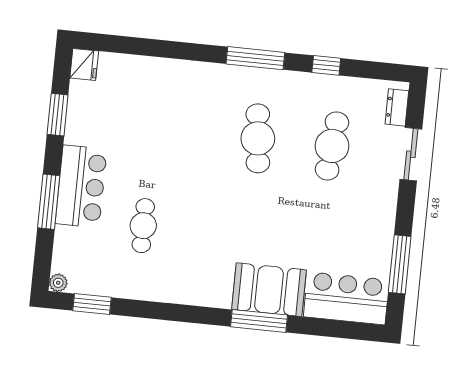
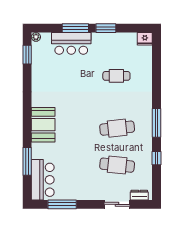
window: (58, 115) -> (106, 28), moved
bar counter: (81, 186) -> (71, 43), moved
cafe table: (143, 226) -> (116, 76), moved
booth: (269, 290) -> (43, 125), moved
window: (259, 321) -> (27, 161), moved

